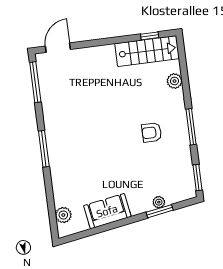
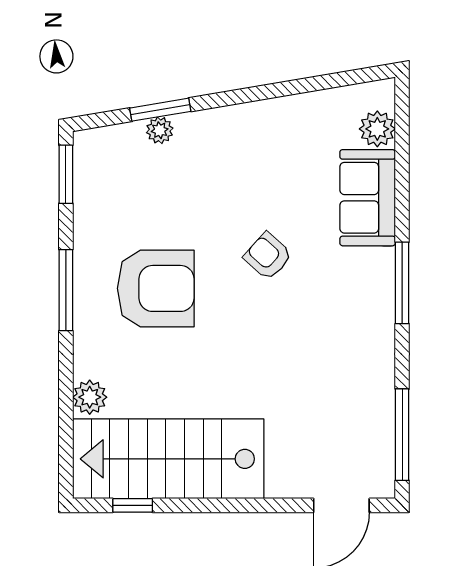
stairs: (147, 51) -> (168, 459), width x1.36, depth x1.51
armchair: (152, 132) -> (156, 288), width x1.88, depth x1.88
armchair: (104, 153) -> (268, 256), added
sofa: (107, 211) -> (368, 198), moved, turned 100

